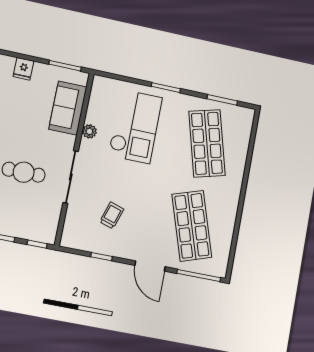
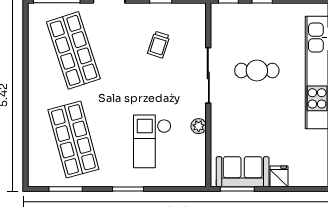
sofa: (68, 108) -> (243, 172), moved, turned -90
checkout: (135, 126) -> (152, 141), width x0.73, depth x0.83

